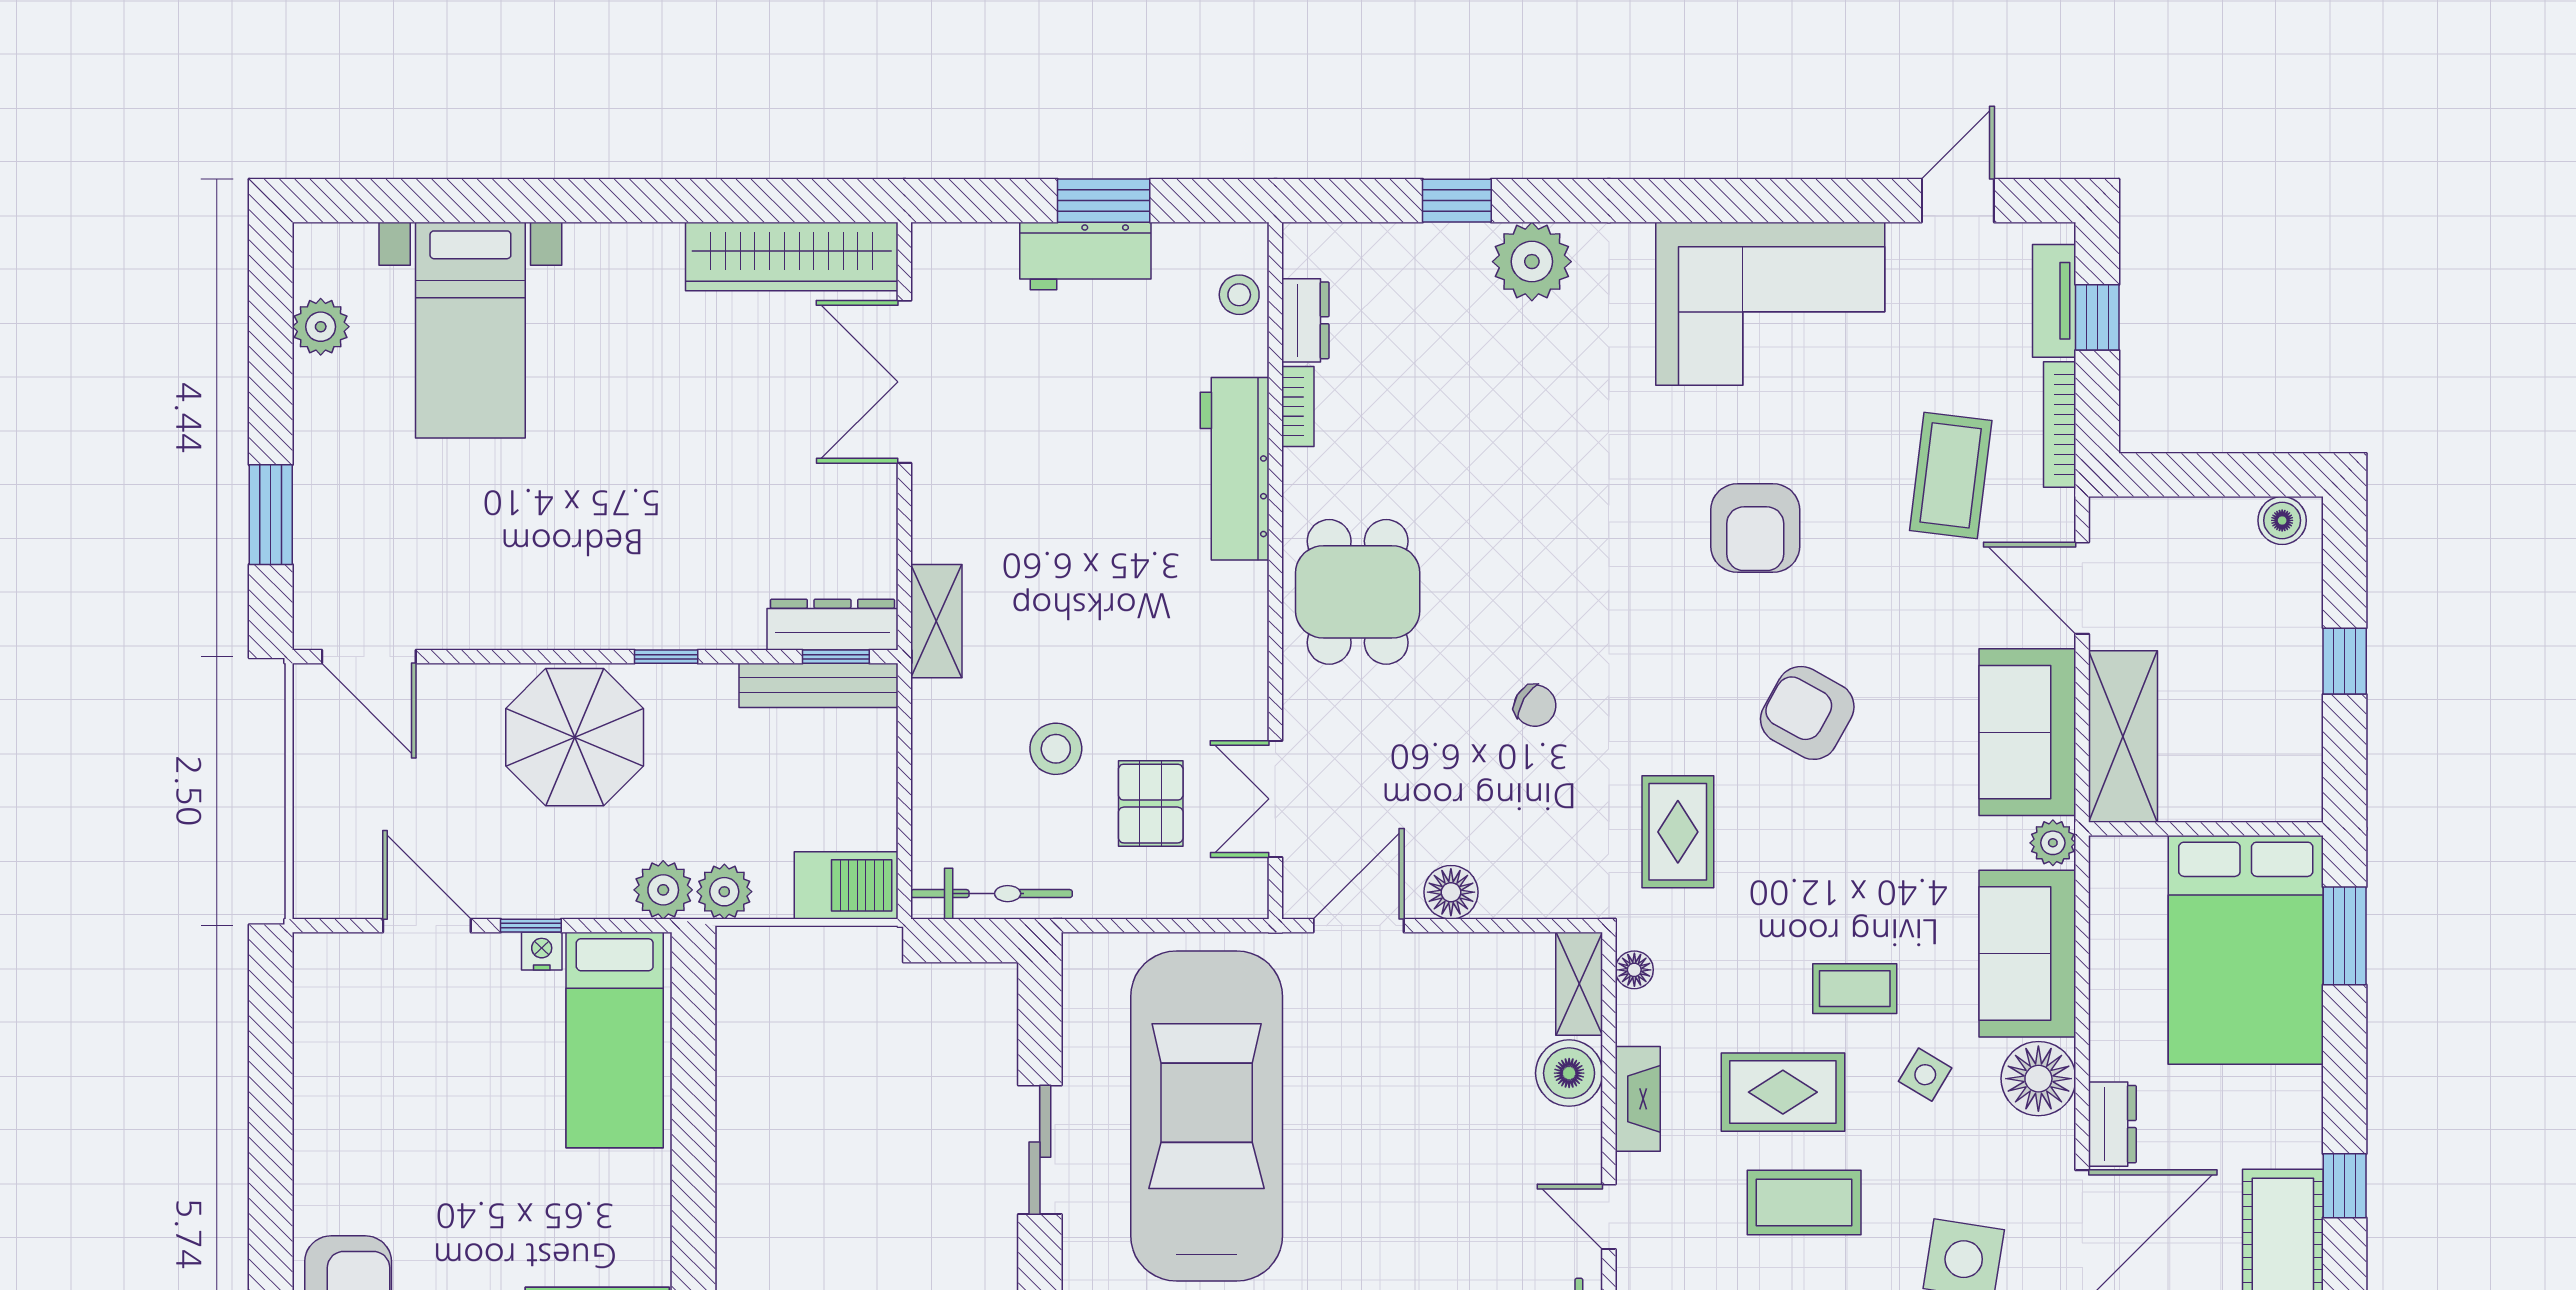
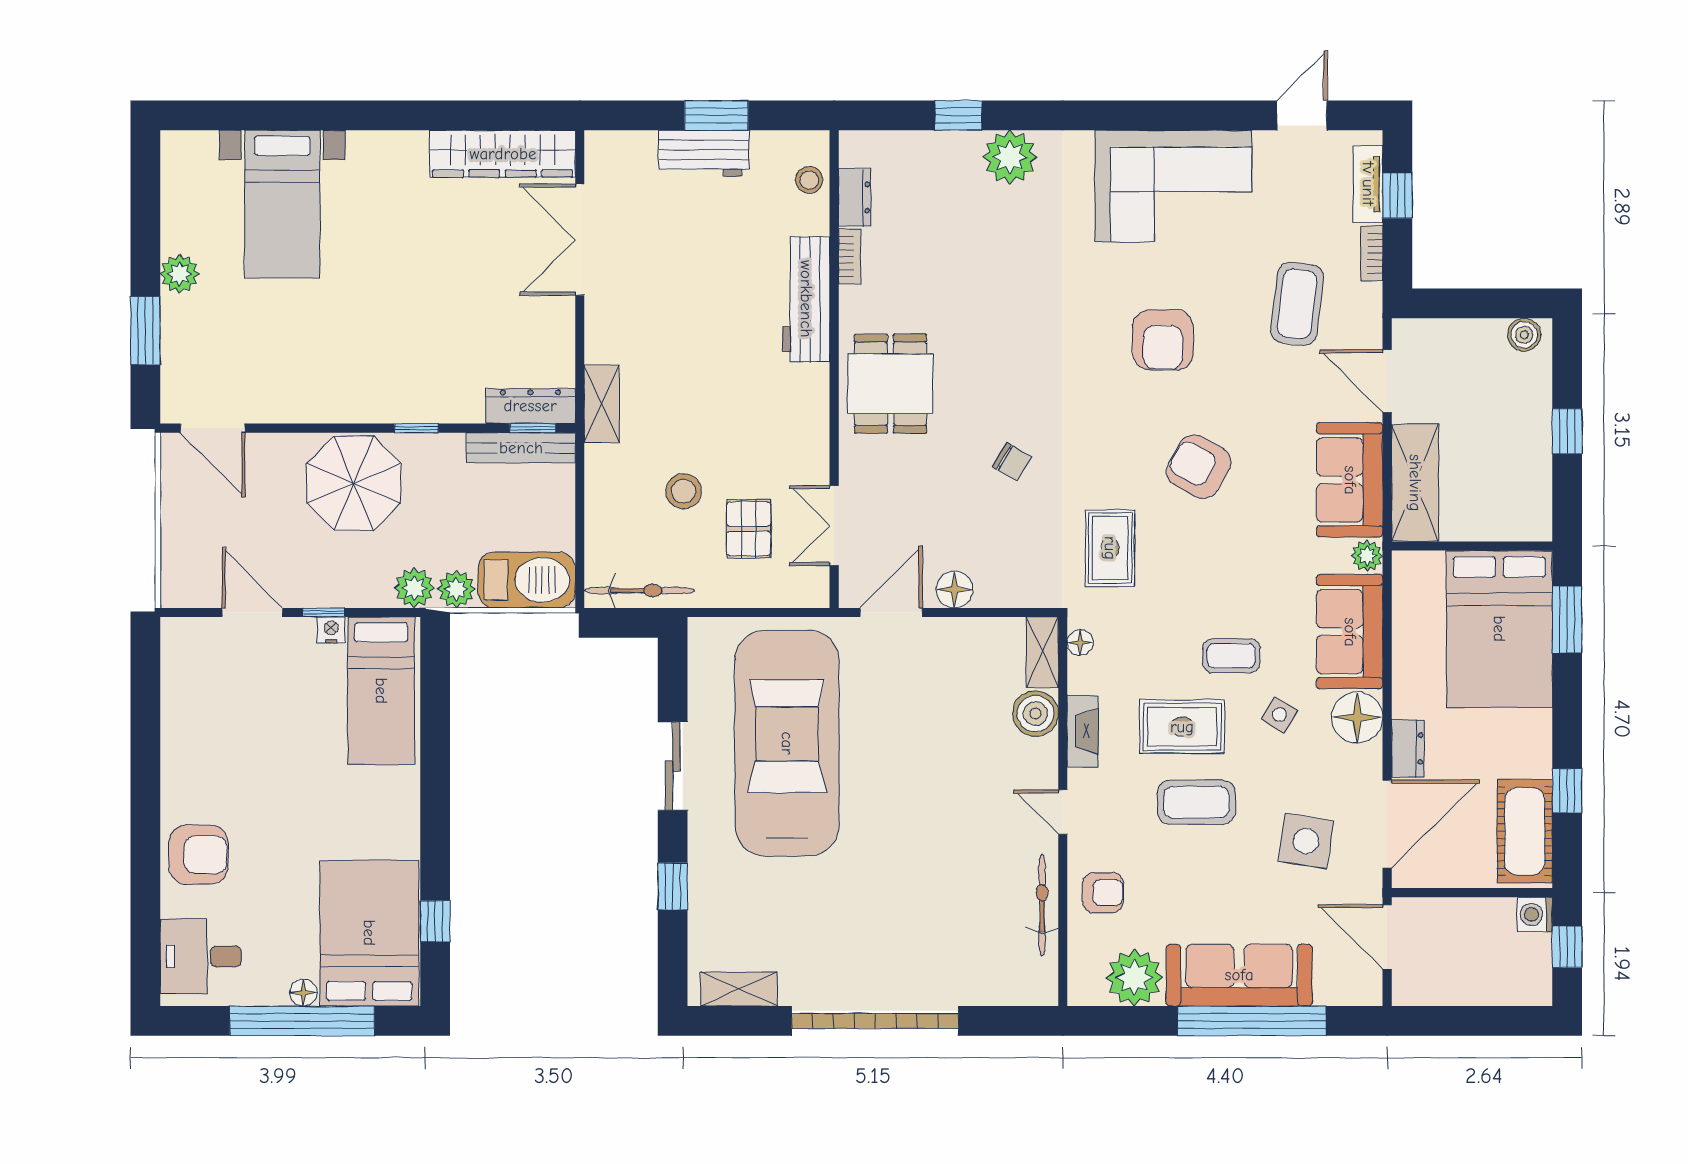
plant: (321, 327) -> (180, 274), moved
bookcase: (2060, 424) -> (1372, 253), width x0.64
barbecue: (846, 885) -> (527, 580), width x1.37, depth x1.21

